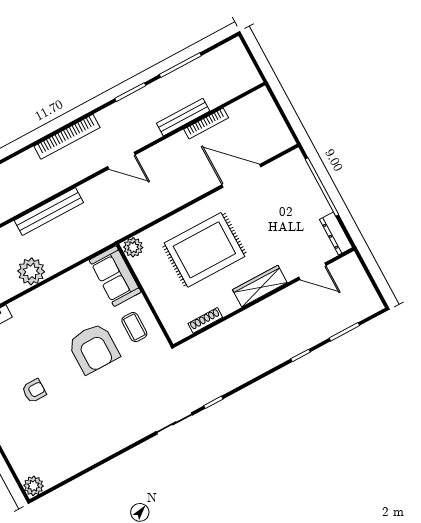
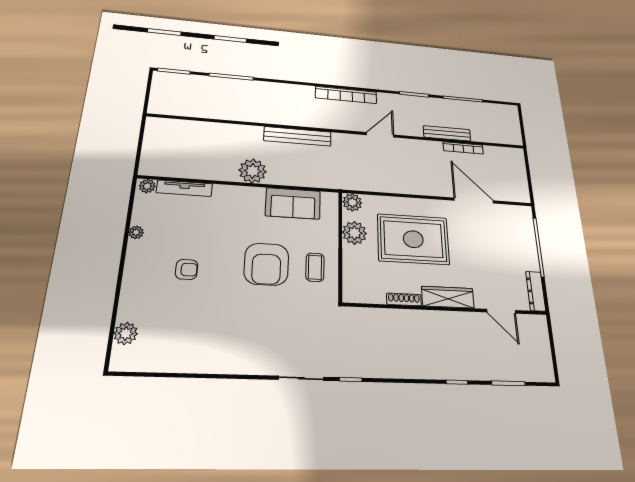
door: (121, 161) -> (380, 135), swing flipped
sofa: (115, 276) -> (293, 203), moved, turned -90
plant: (150, 276) -> (354, 233), added
shoe rack: (205, 320) -> (404, 299), moved
plant: (34, 486) -> (126, 333), moved

